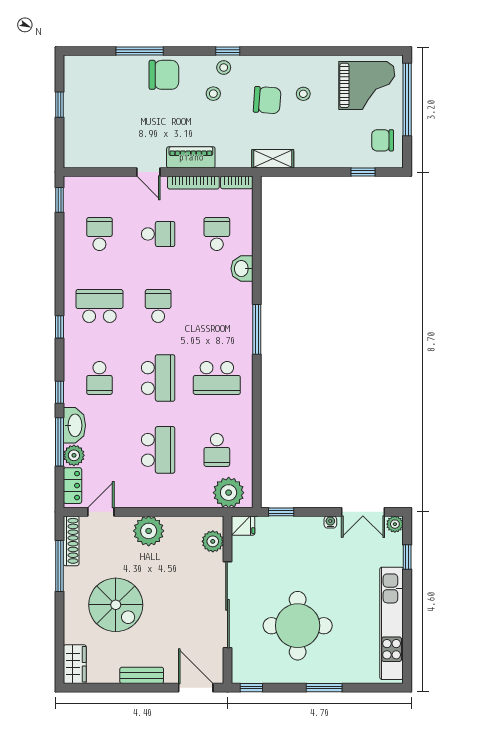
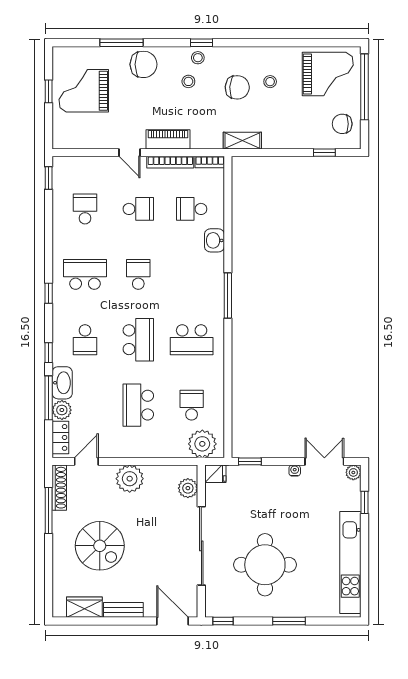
grand piano: (98, 104) -> (84, 91), added
school desk: (217, 234) -> (192, 209), turned -90
school desk: (158, 450) -> (138, 405), turned 180
school desk: (217, 450) -> (192, 405), turned 180
double door: (363, 512) -> (324, 461), swing flipped
wardrobe: (75, 664) -> (84, 607), moved, turned -90

